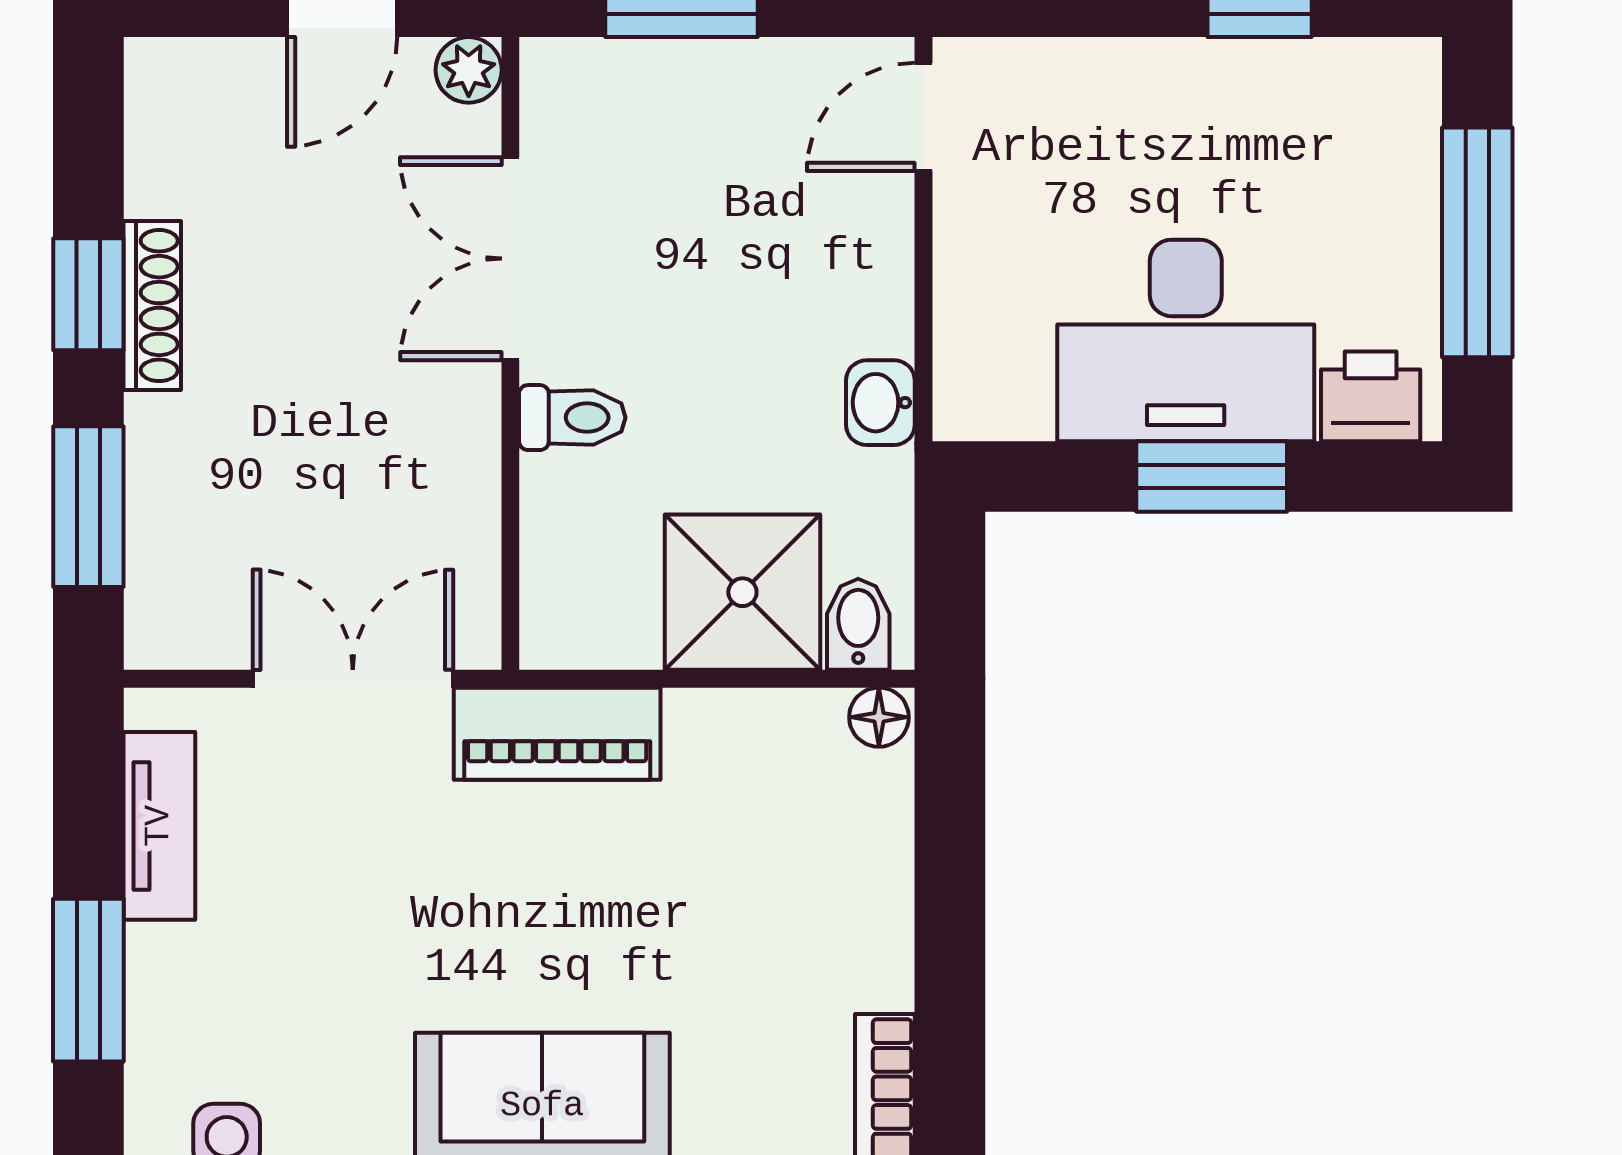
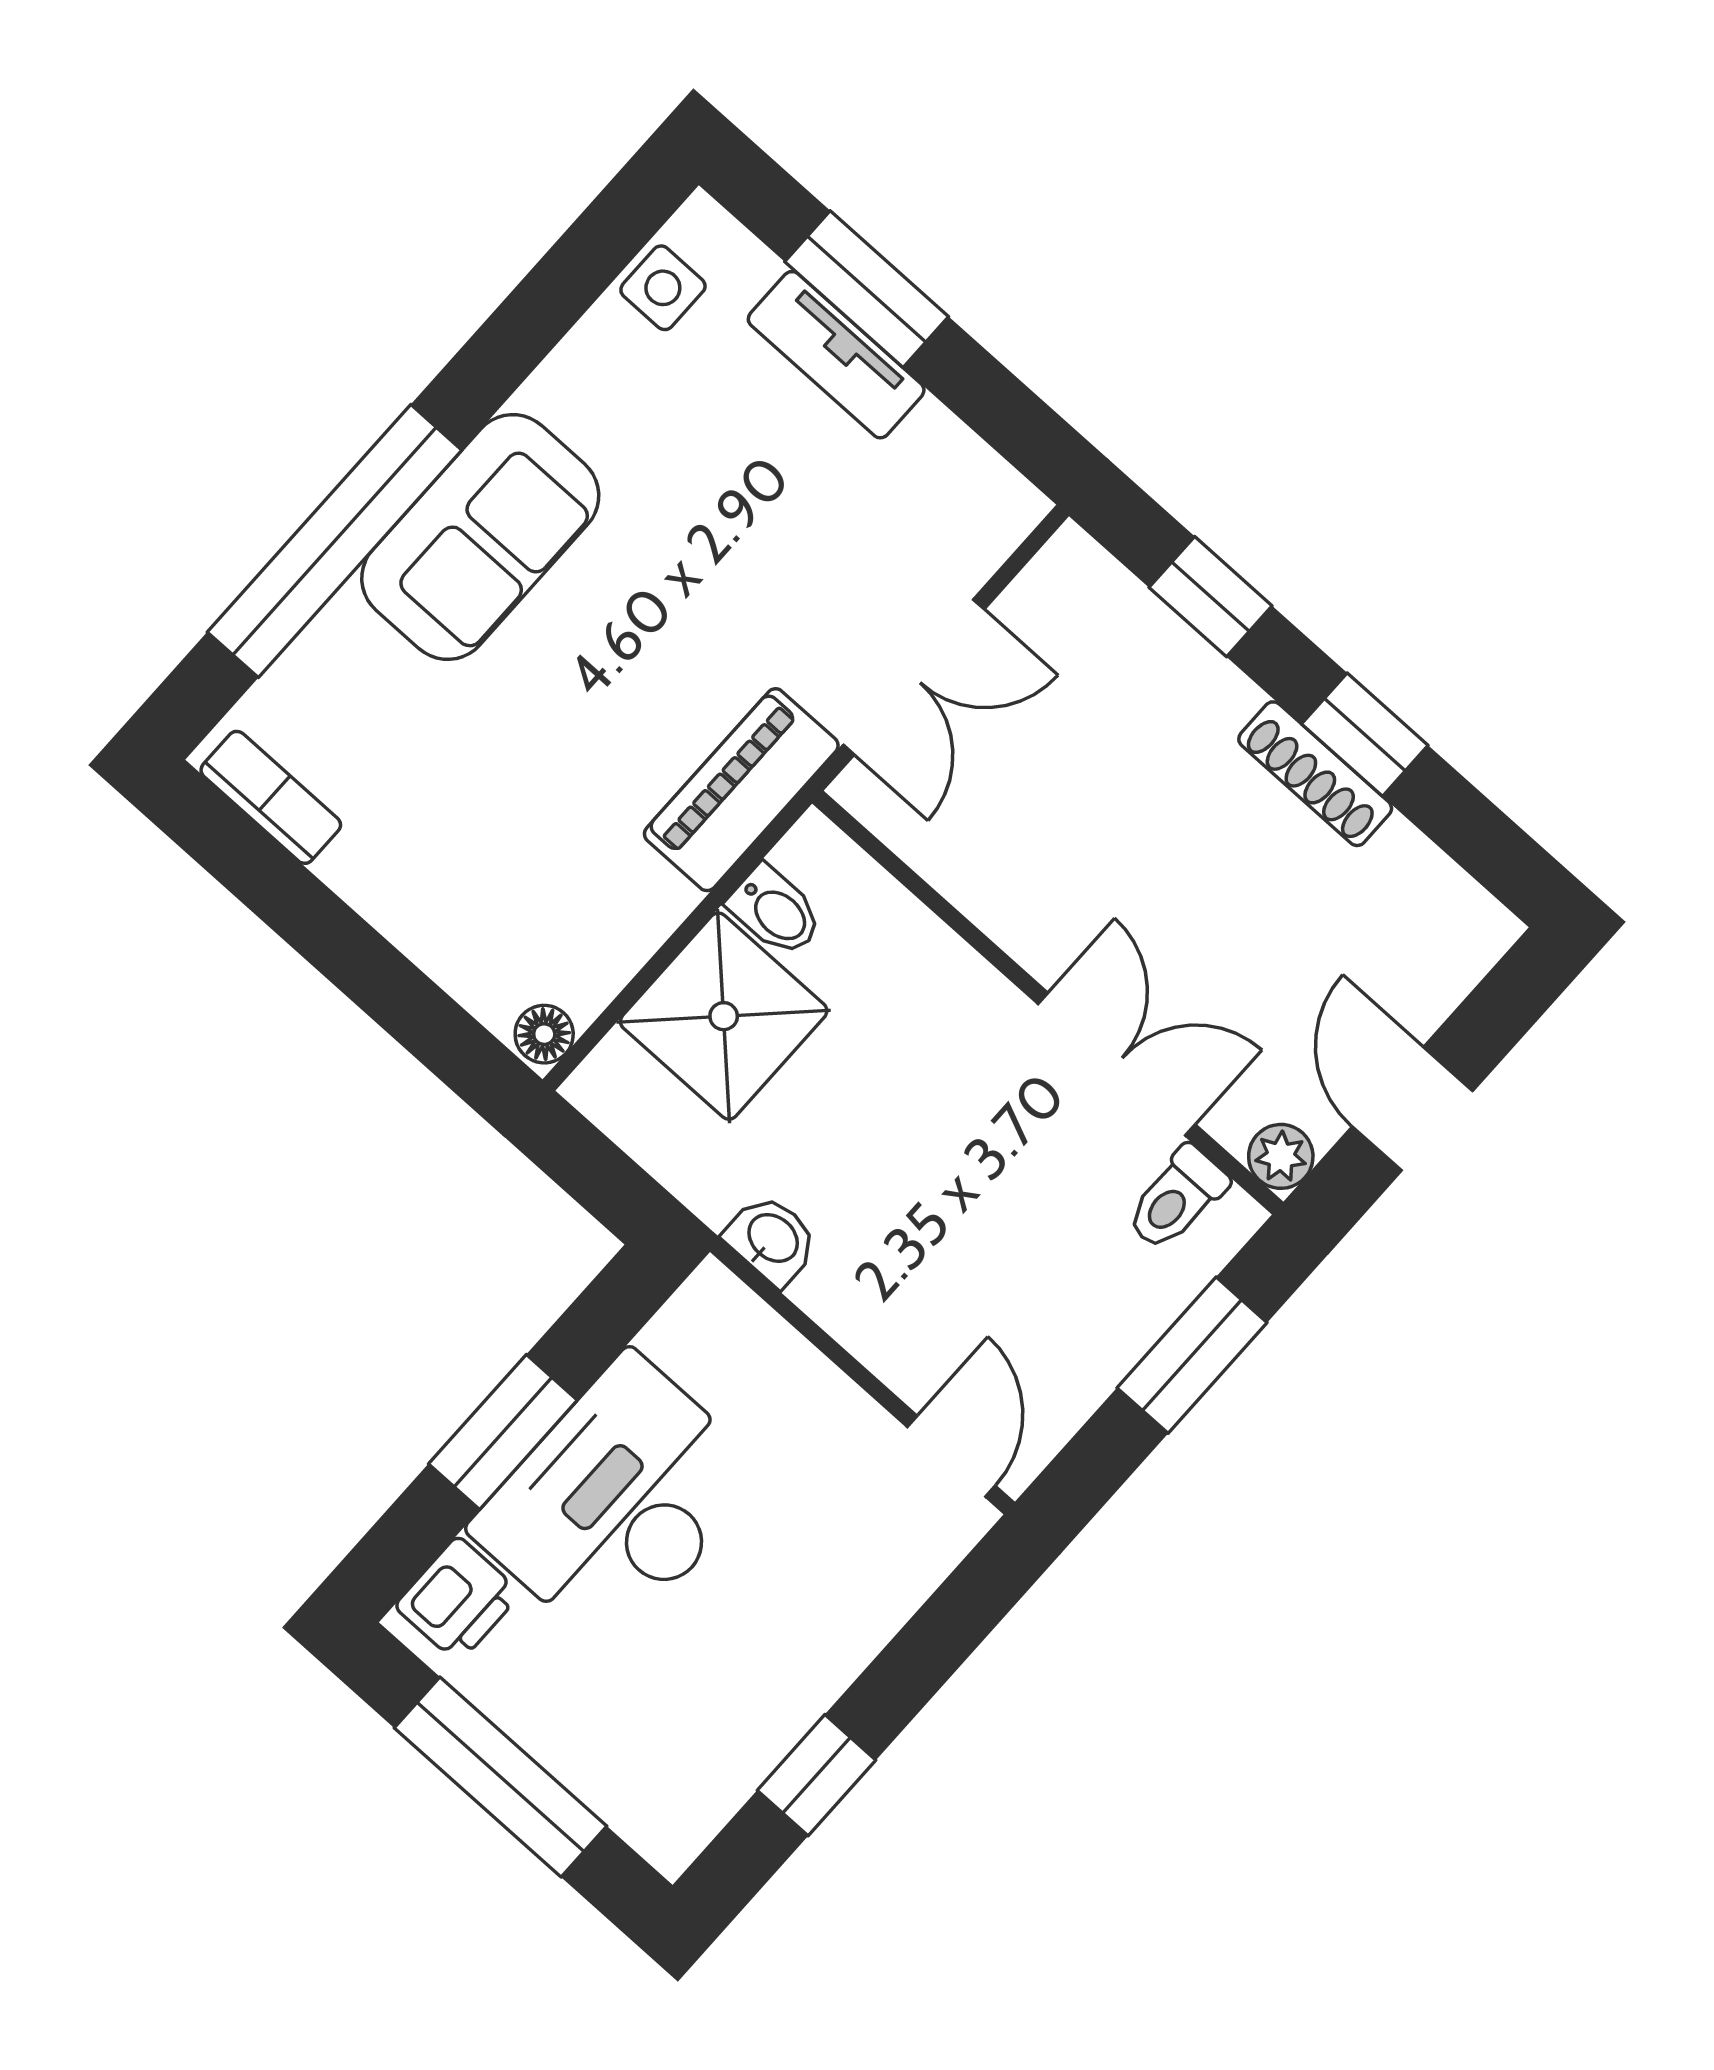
toilet: (572, 418) -> (1176, 1199), moved
window: (88, 507) -> (1211, 597), width x0.67
bidet: (858, 624) -> (775, 911), moved
tv unit: (159, 826) -> (836, 355), moved

